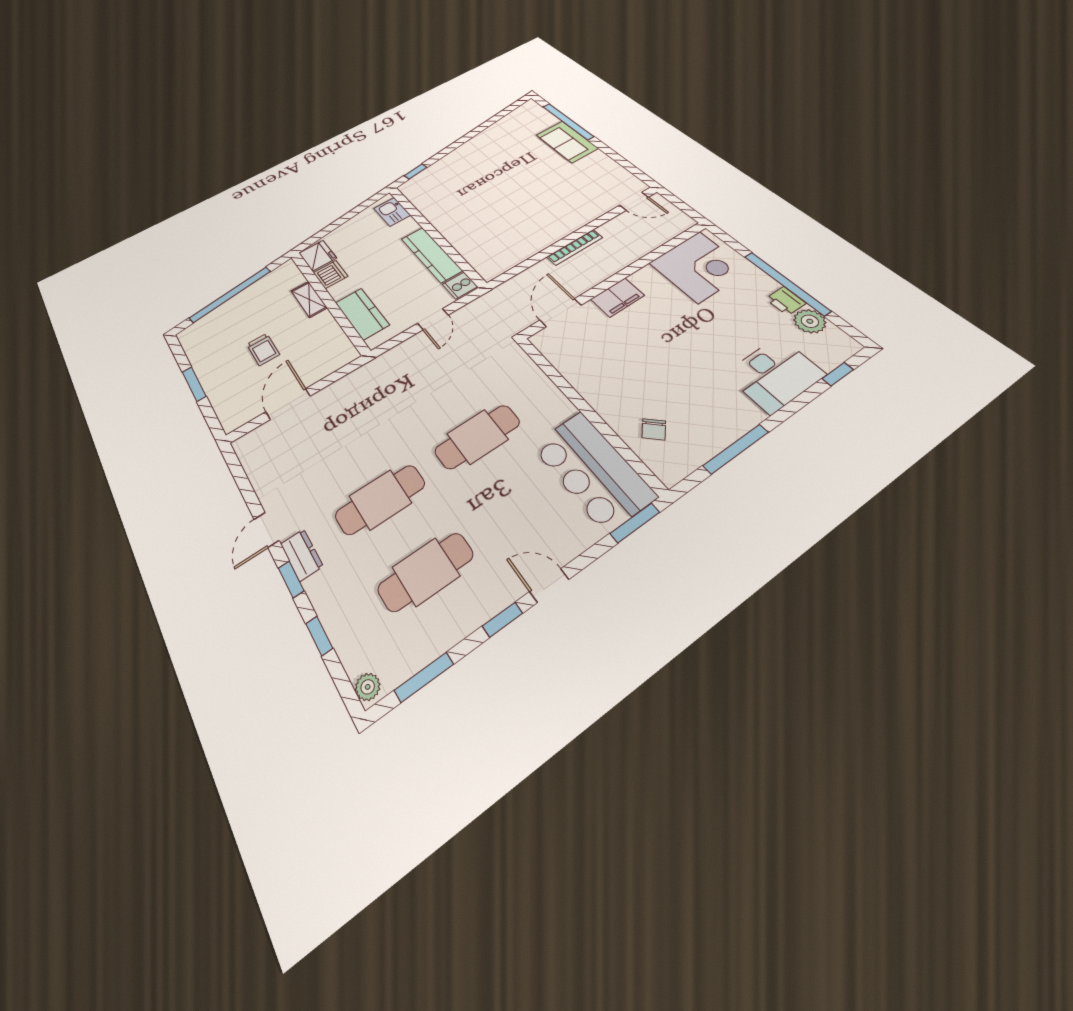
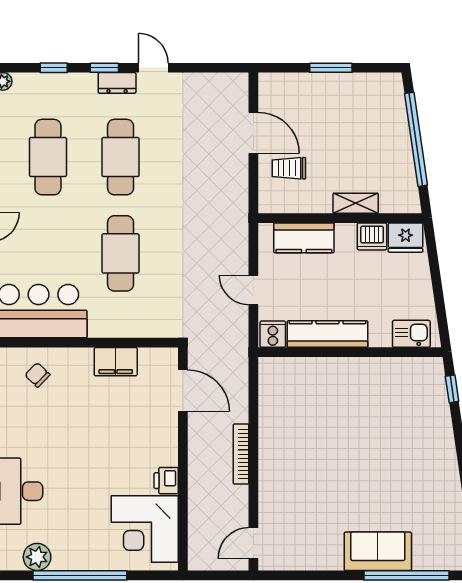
filing cabinet: (617, 297) -> (116, 362), moved, turned -90
printer: (786, 301) -> (166, 481), moved, turned -90
trolley: (263, 349) -> (289, 168), moved

